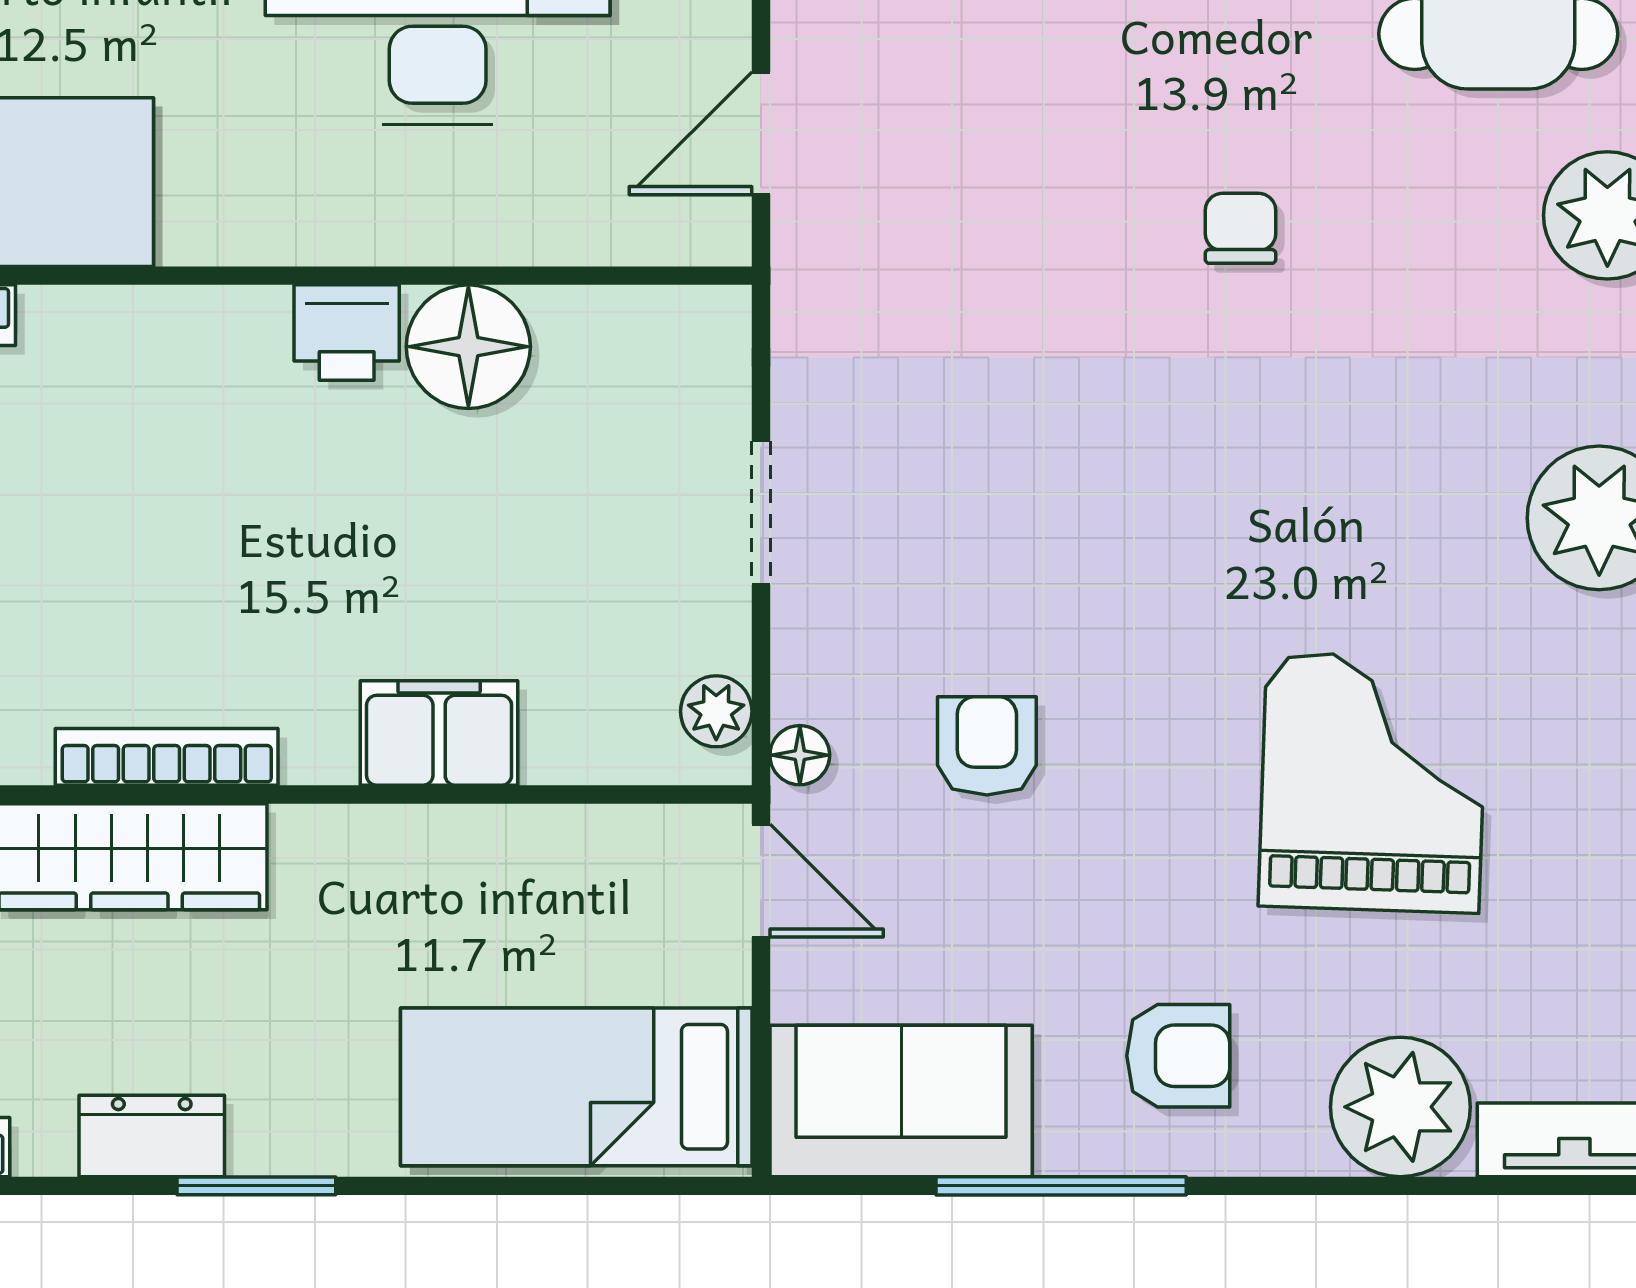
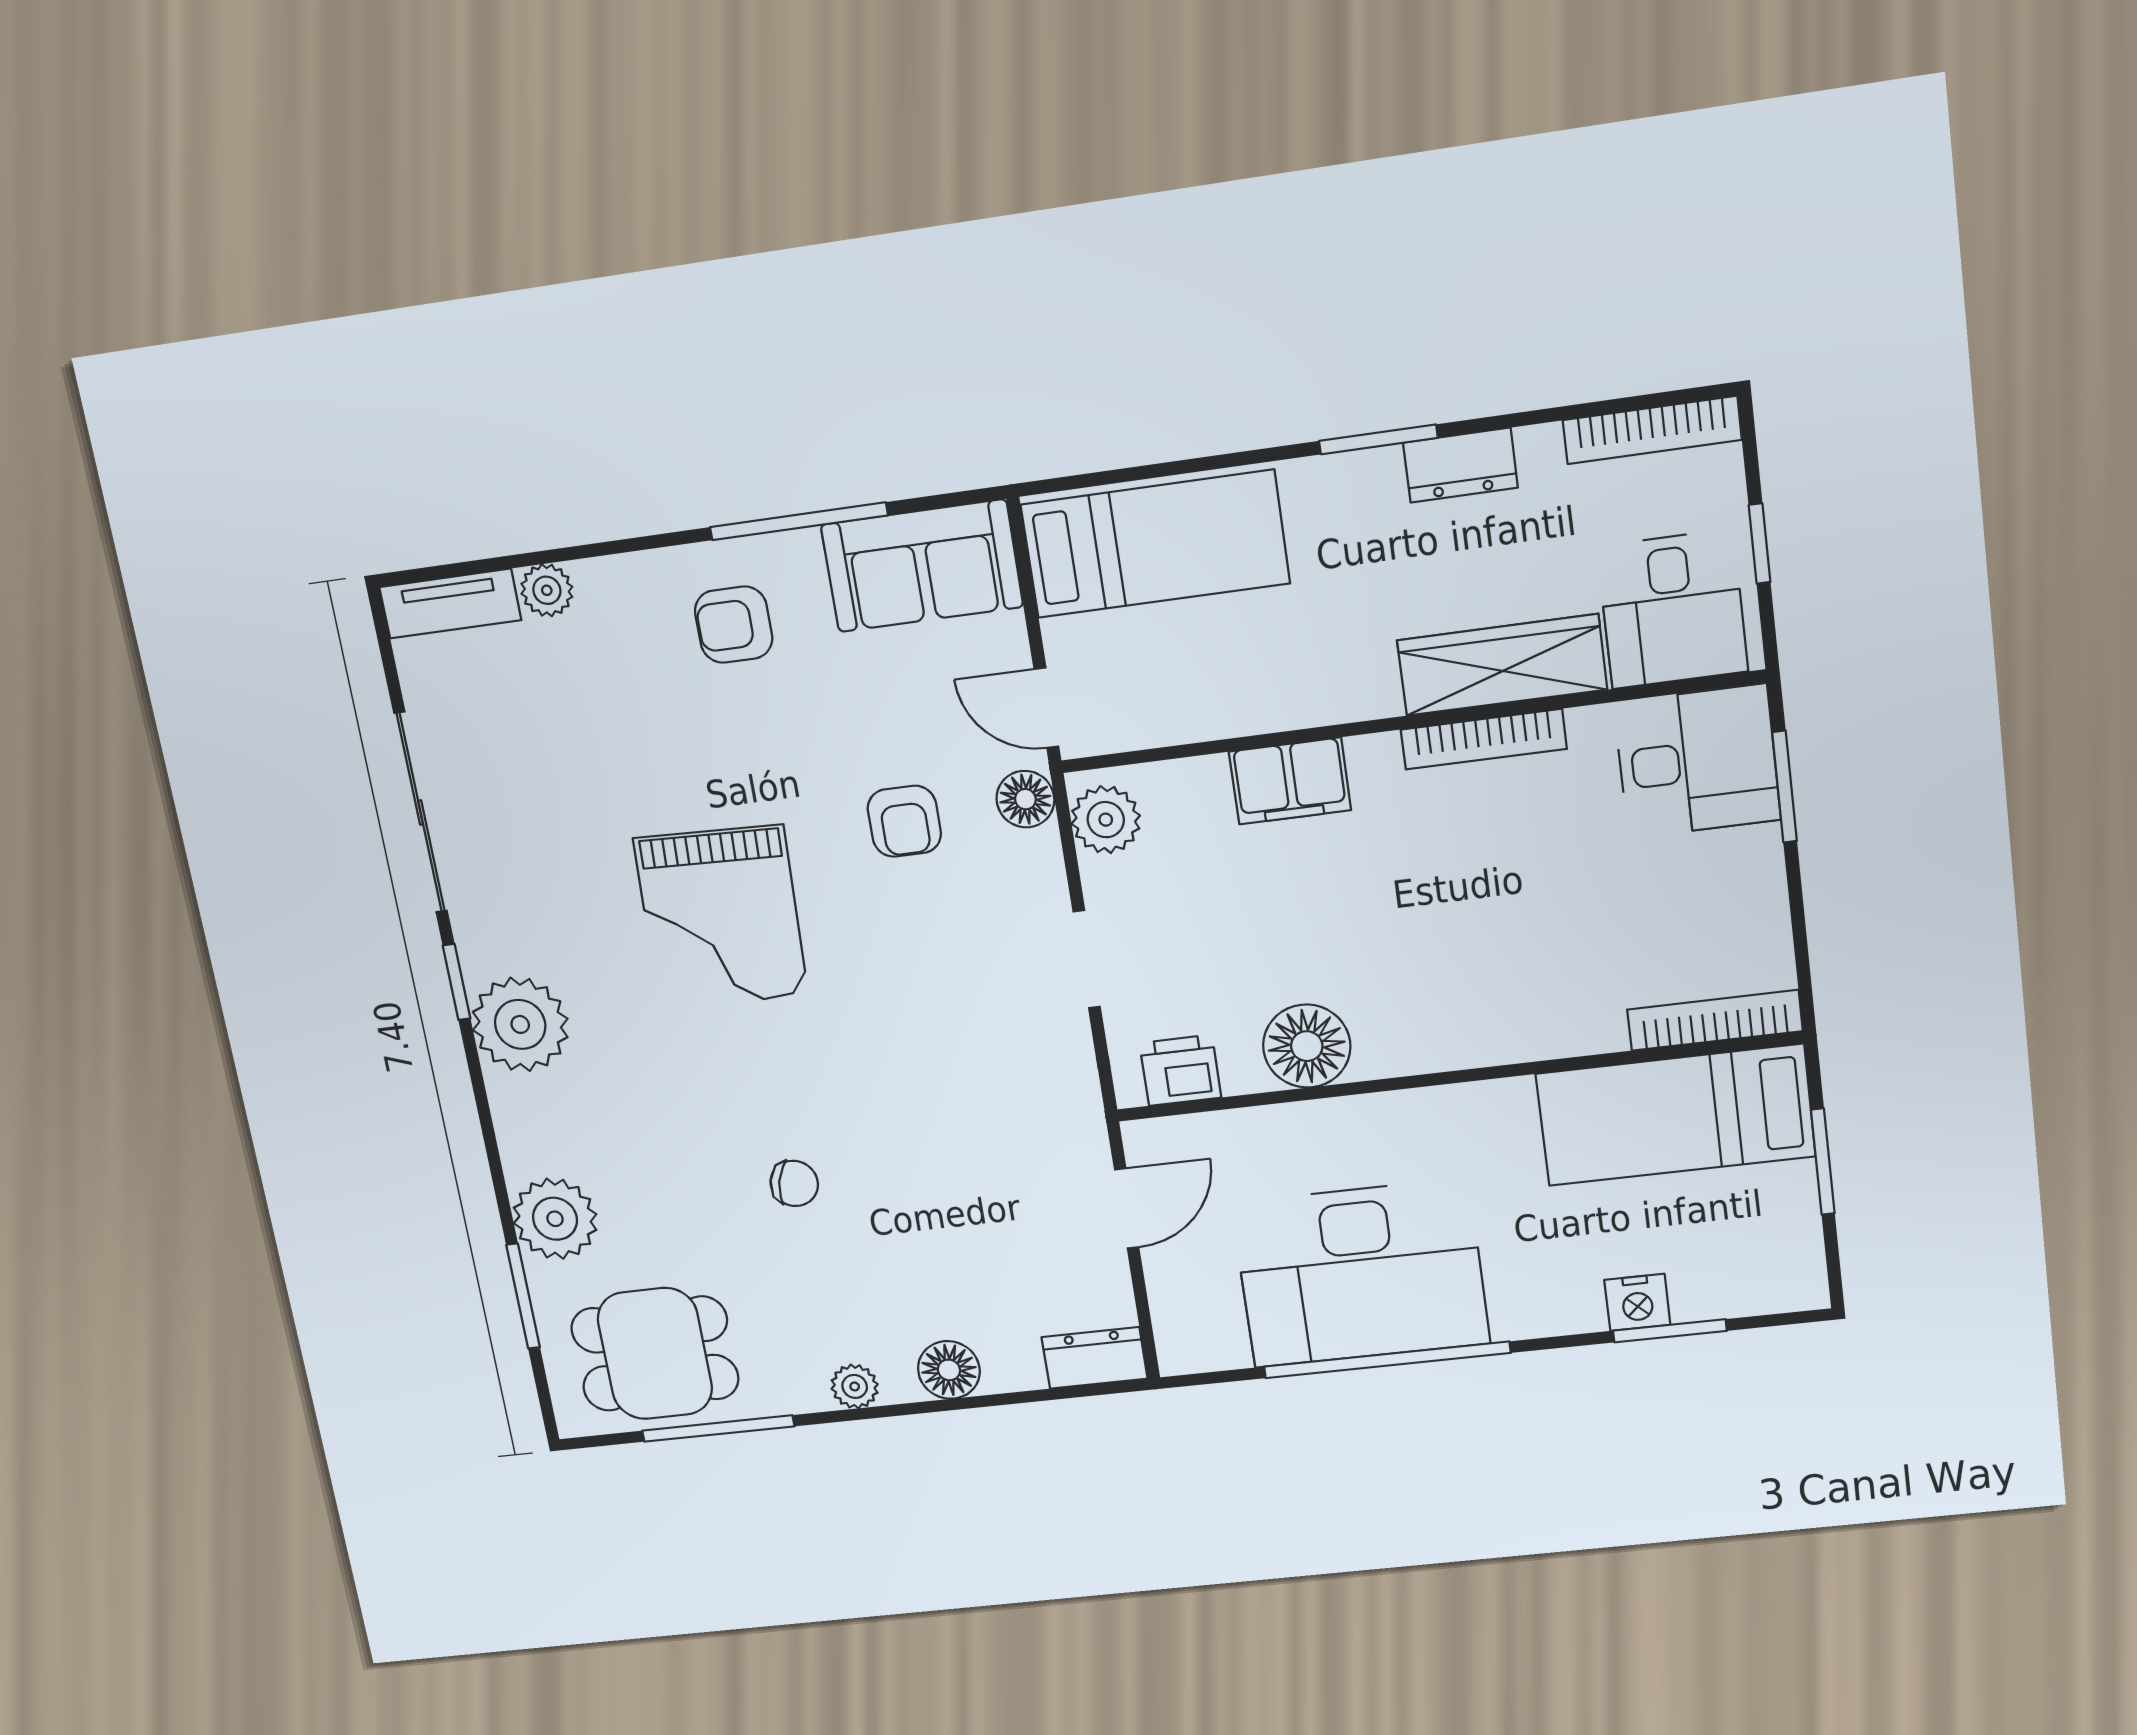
chair: (1240, 228) -> (794, 1183), turned -76
printer: (347, 332) -> (1180, 1070), moved
plant: (716, 711) -> (1106, 820), width x1.38, depth x1.38
floor lamp: (800, 755) -> (1025, 799), width x1.37, depth x1.37
grand piano: (1373, 783) -> (721, 917), moved
plant: (1400, 1107) -> (547, 590), width x0.53, depth x0.53

